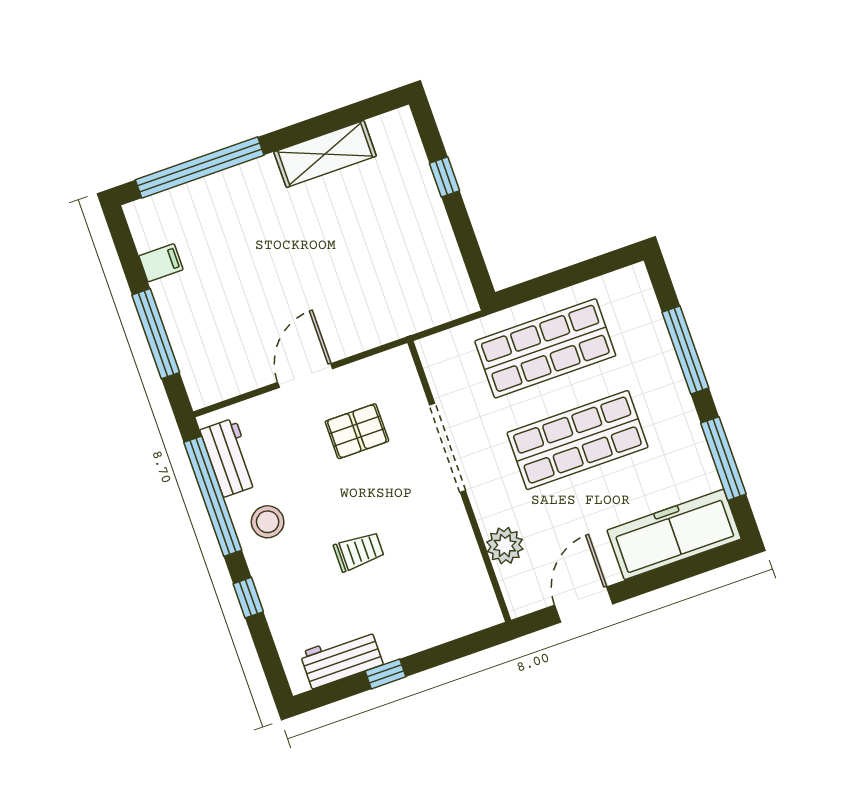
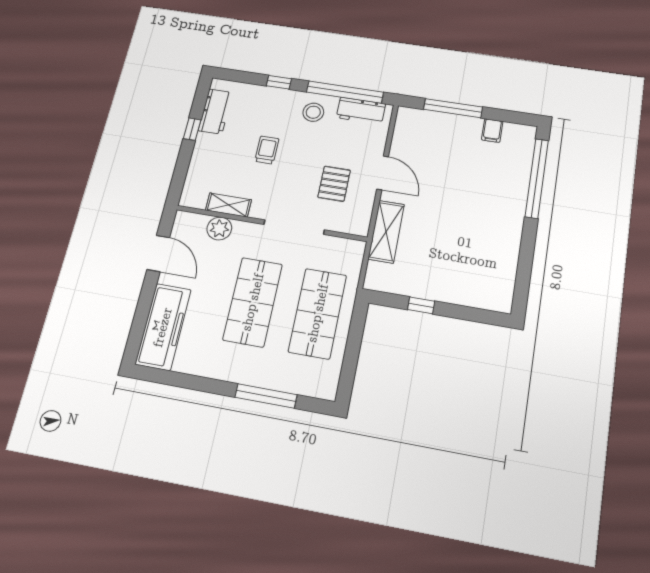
shelving: (325, 154) -> (386, 232), moved
window: (444, 177) -> (421, 305), moved
window: (723, 459) -> (188, 381), removed
trolley: (359, 552) -> (267, 150), turned 180
shelving: (466, 554) -> (228, 205), added

